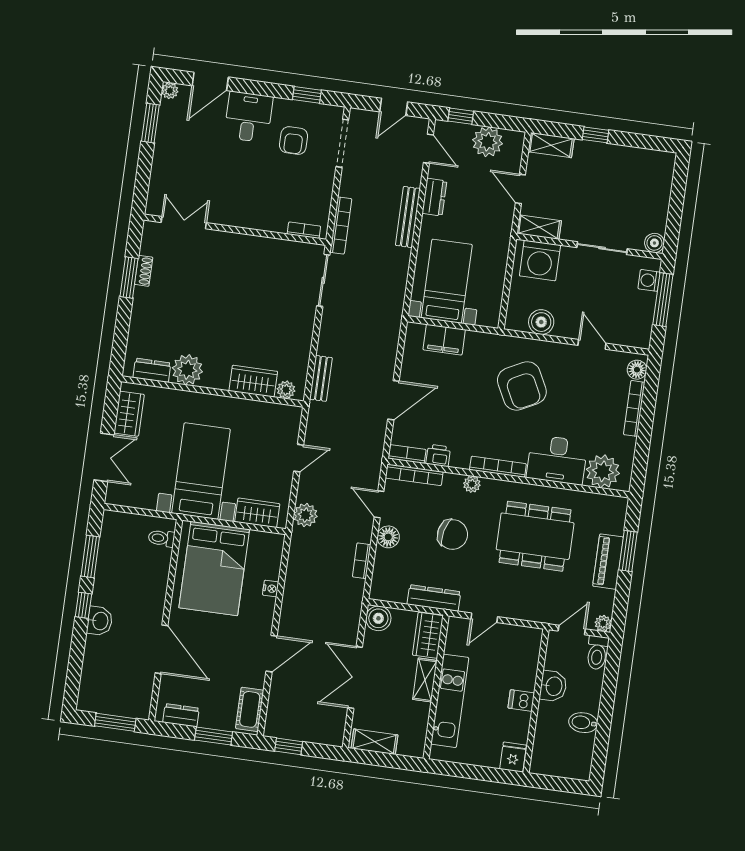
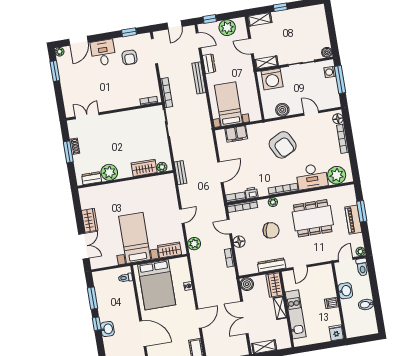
dresser: (152, 370) -> (92, 178), moved
plant: (187, 370) -> (109, 172), moved
wardrobe: (253, 381) -> (144, 168), moved
plant: (286, 390) -> (162, 167), moved
wall: (212, 391) -> (125, 179), moved

